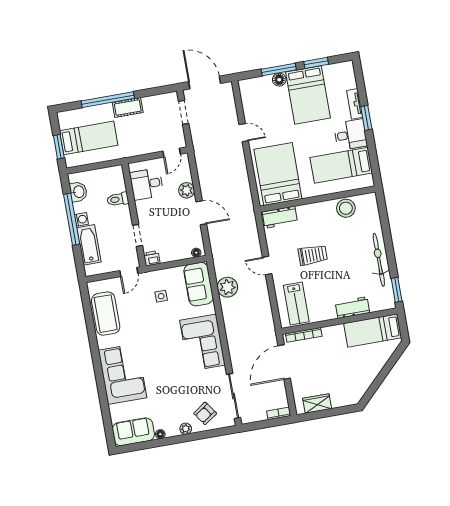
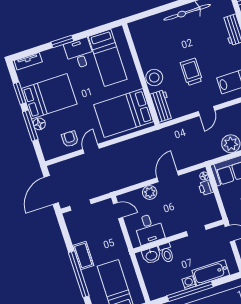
tv unit: (355, 104) -> (28, 61), moved
armchair: (258, 111) -> (70, 139), added
washbasin: (78, 192) -> (151, 255), moved, turned 180
stool: (346, 208) -> (154, 78), moved
printer: (152, 258) -> (206, 188), moved

